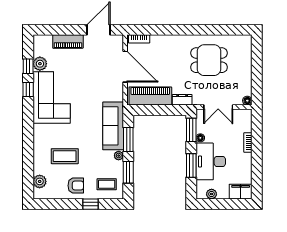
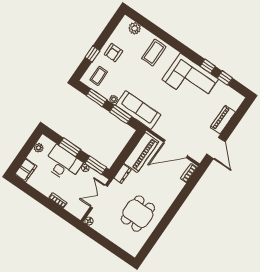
plant: (40, 64) -> (221, 88), removed
coffee table: (65, 156) -> (154, 53), moved

